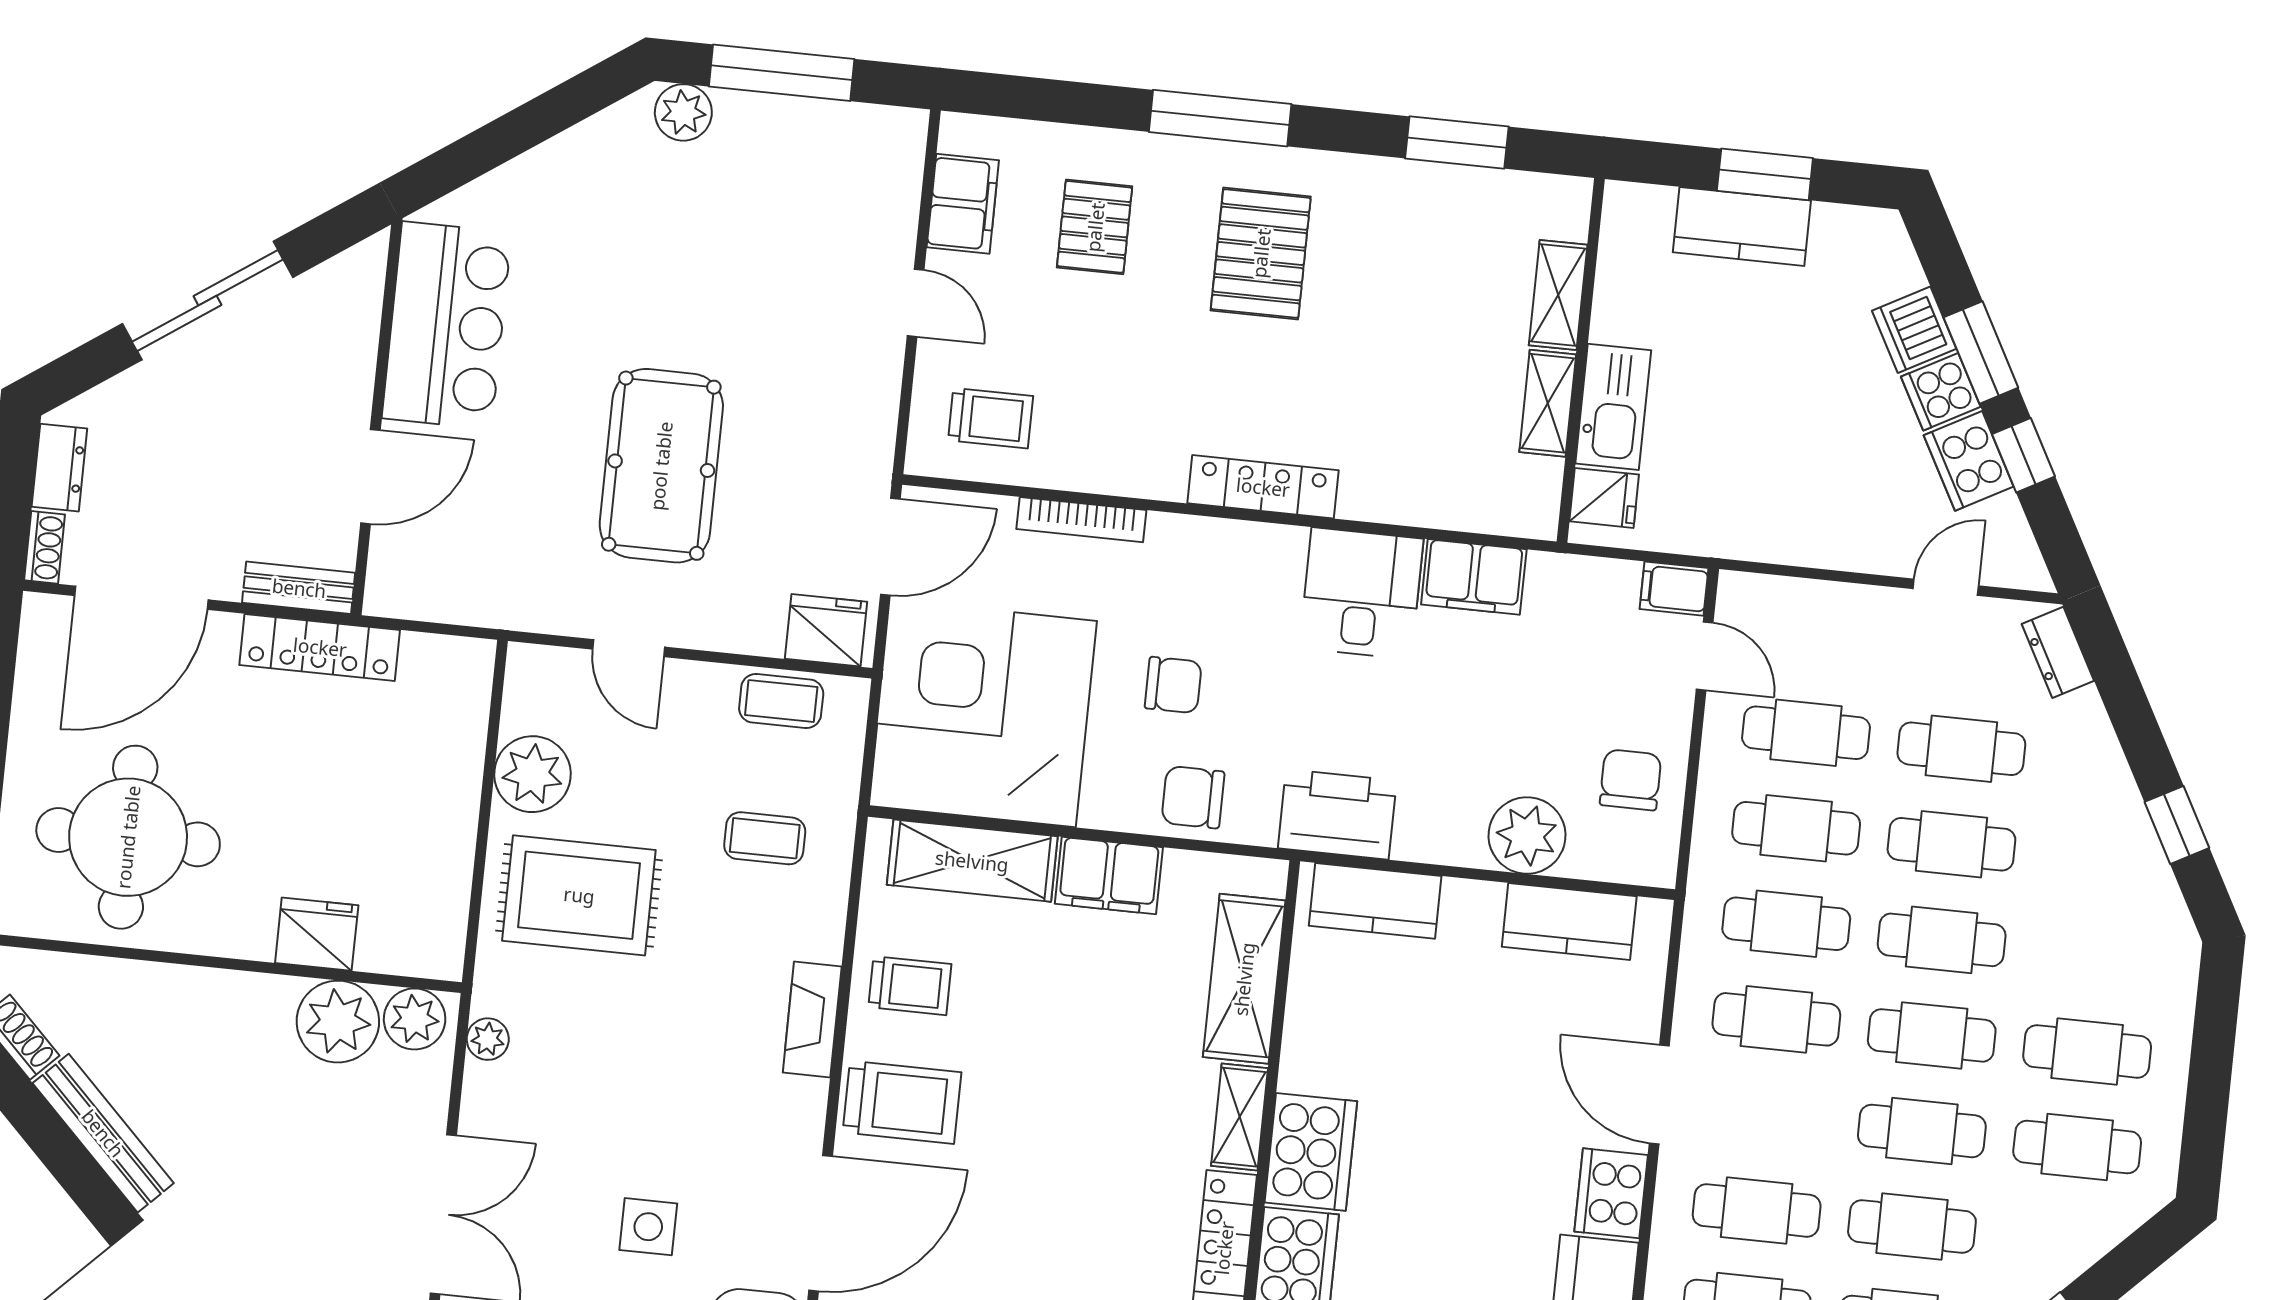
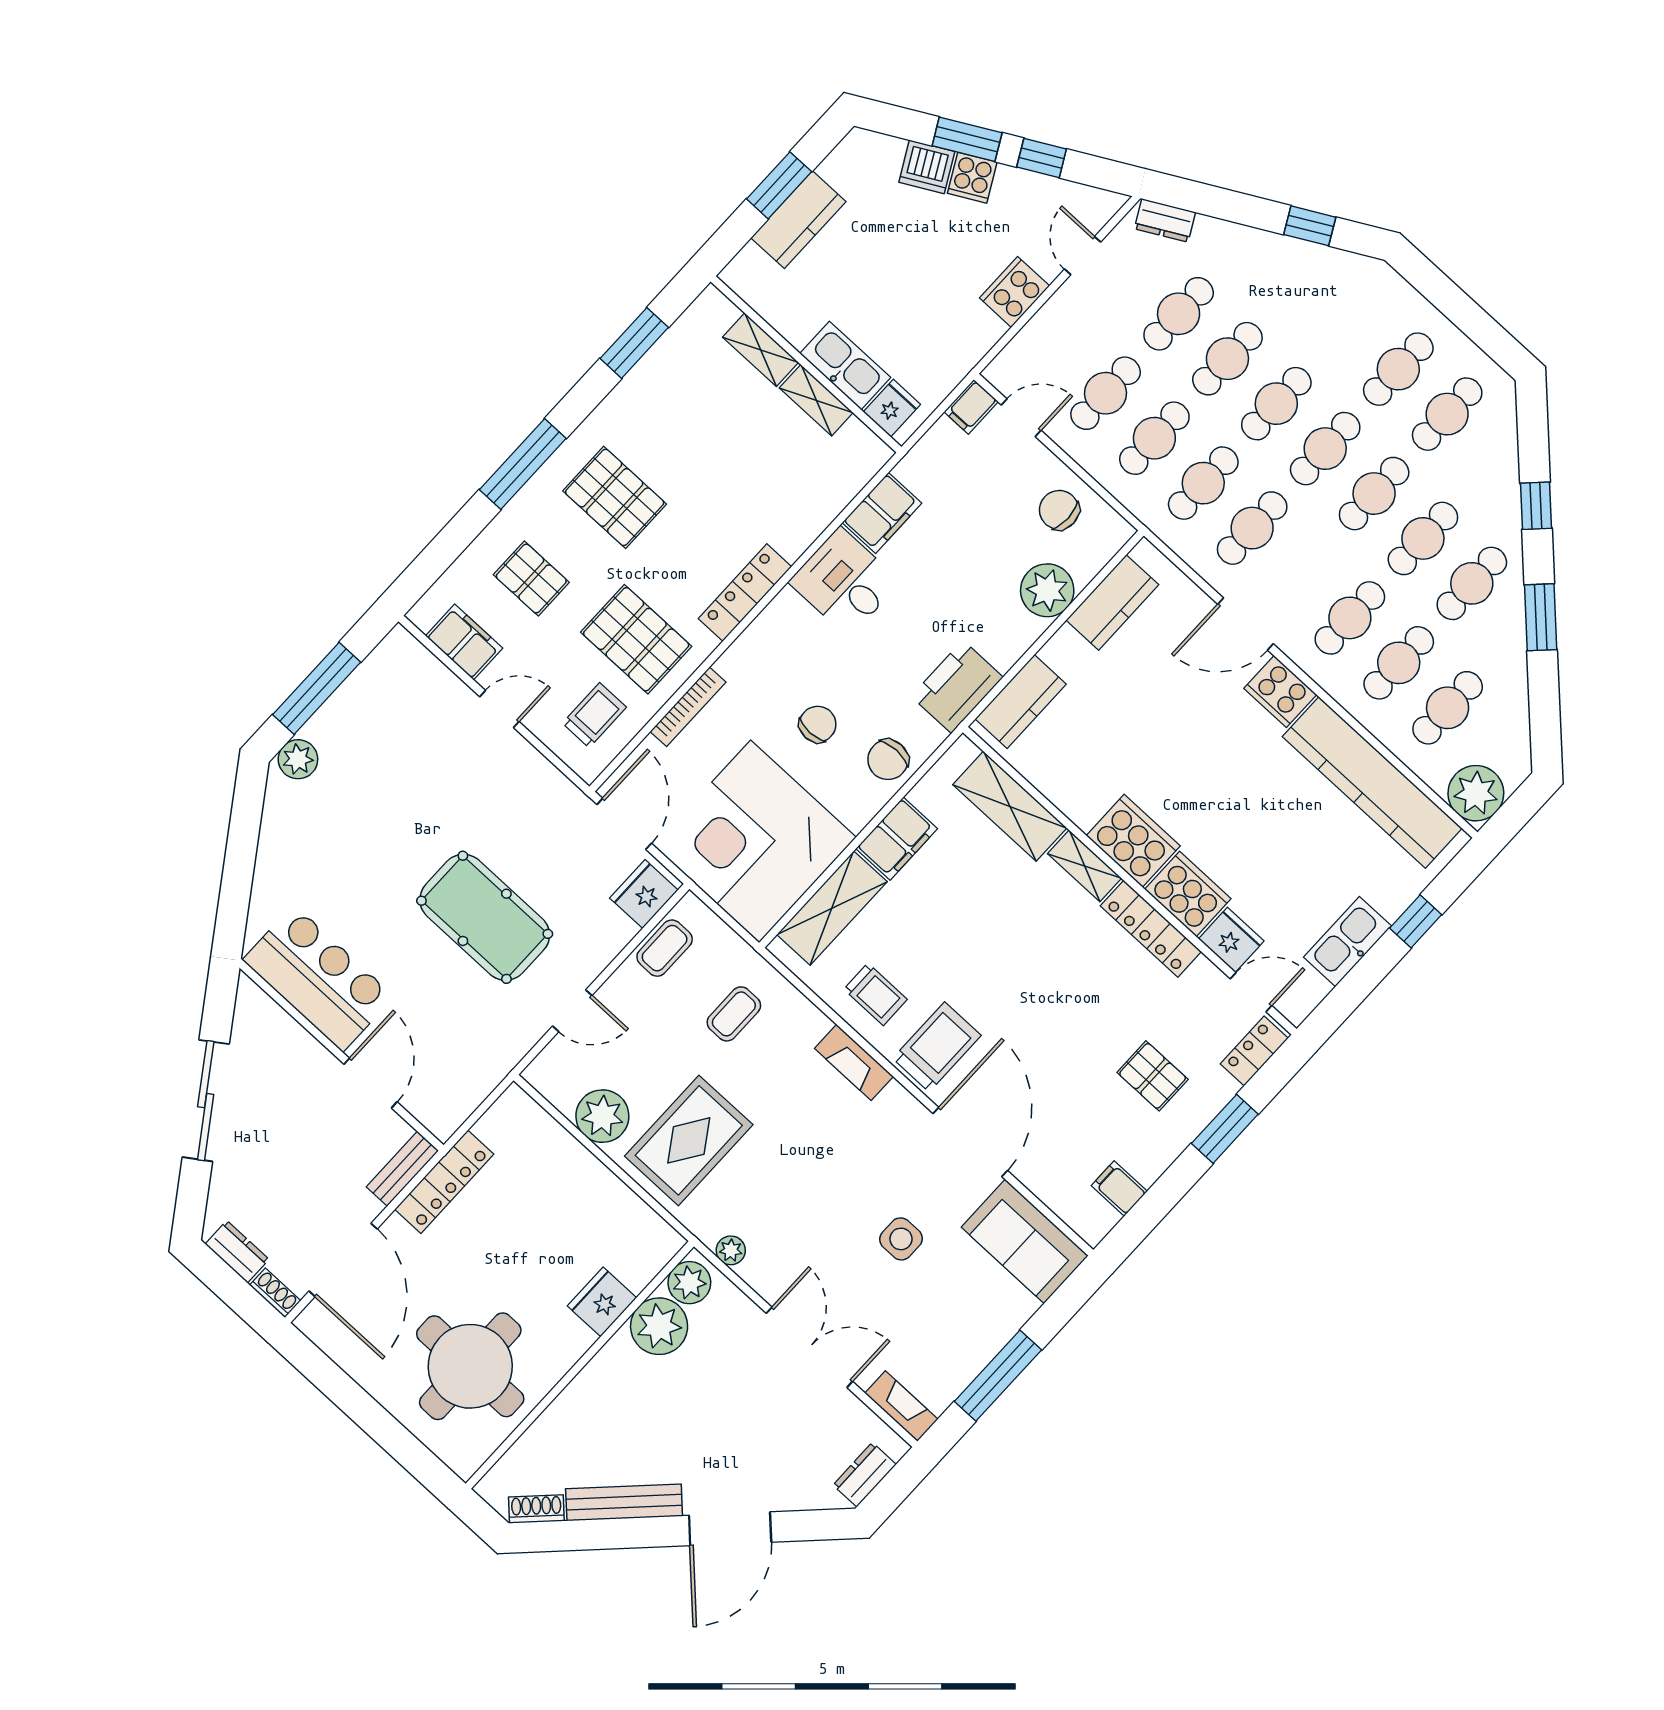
pallet: (1115, 401) -> (636, 639), added
cooker: (1969, 461) -> (1015, 292), moved, turned 118
trolley: (910, 986) -> (876, 994), turned 90

